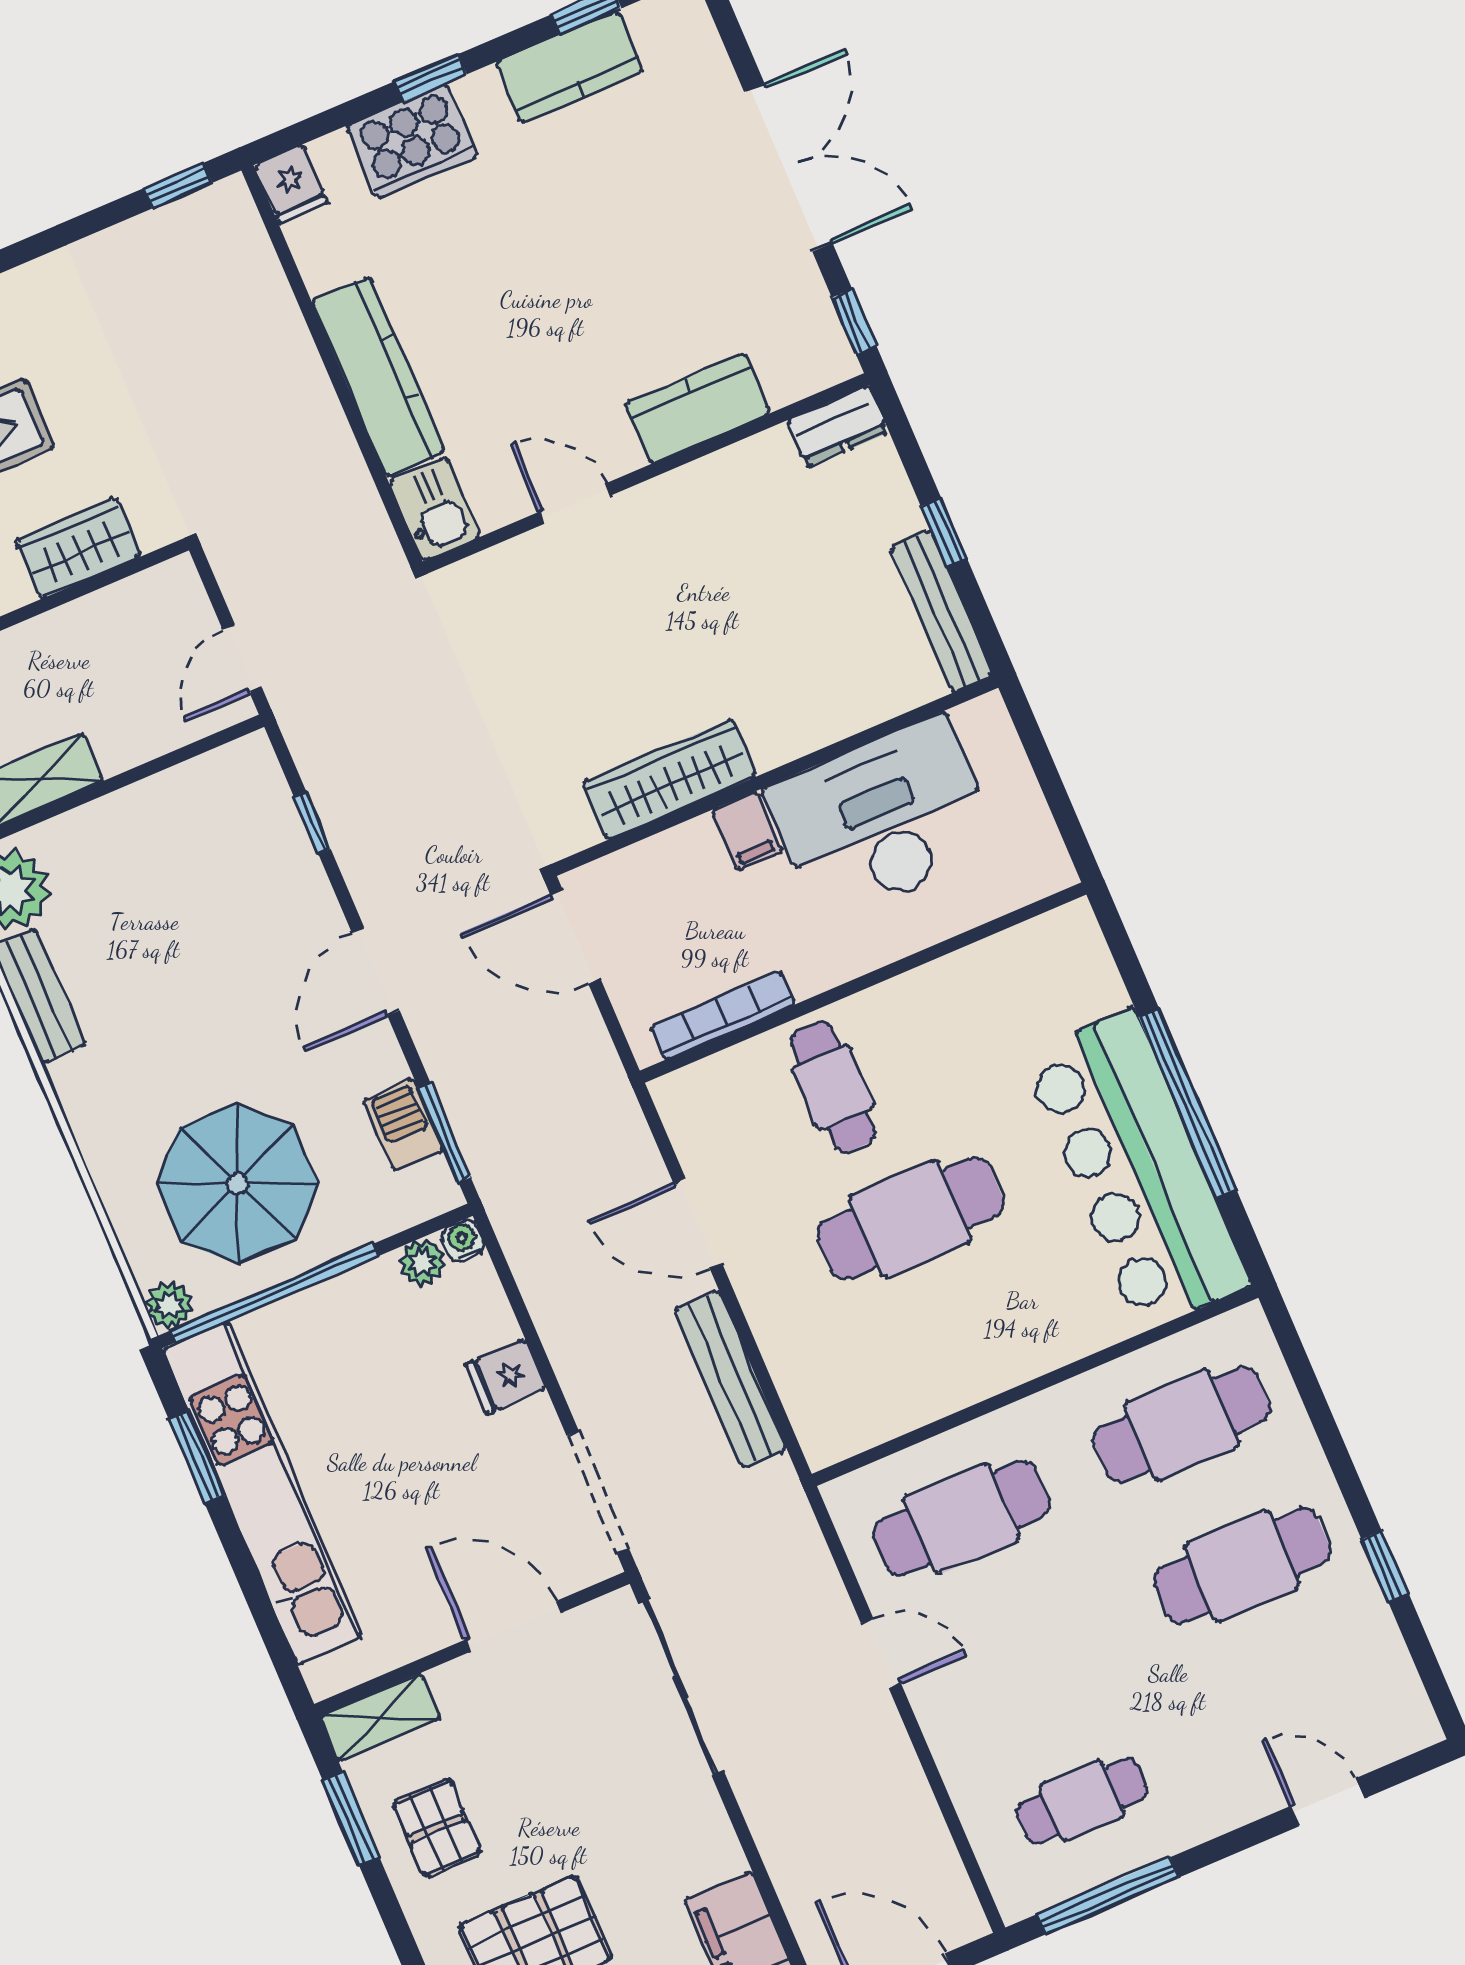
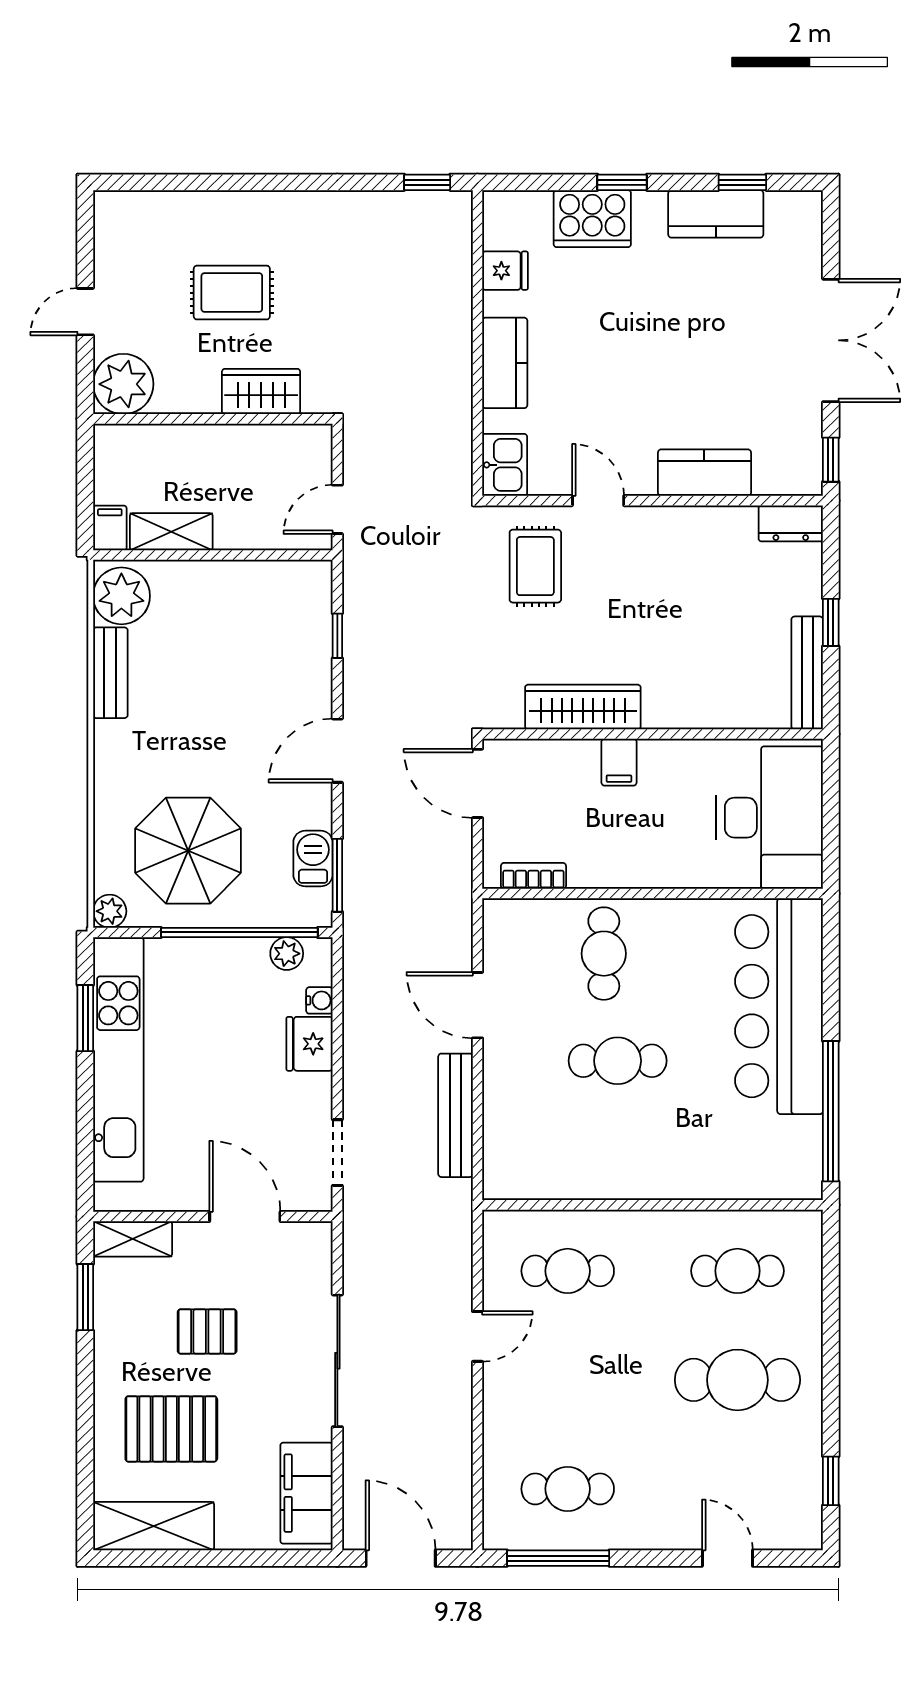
fridge: (291, 184) -> (505, 271), moved, turned -90
kitchen counter: (378, 377) -> (505, 363), width x0.67
rug: (530, 623) -> (535, 566), added
desk: (883, 819) -> (770, 818), moved, turned 90
bookcase: (723, 1015) -> (533, 876), width x0.64
window: (1187, 1103) -> (831, 1111), moved
bar counter: (1137, 1170) -> (779, 1006), moved
cafe table: (910, 1219) -> (618, 1061), width x0.73, depth x0.74
water cooler: (463, 1240) -> (319, 1000), moved, turned 90
window: (274, 1293) -> (239, 932), moved
fridge: (506, 1376) -> (309, 1044), width x1.38
cafe table: (1182, 1425) -> (737, 1271), width x0.73, depth x0.74
doorway: (598, 1492) -> (337, 1153), width x0.73
cafe table: (962, 1518) -> (568, 1271), width x0.73, depth x0.74
window: (1385, 1566) -> (831, 1481), moved
door: (881, 1653) -> (477, 1336), hinge flipped
sliding door: (681, 1687) -> (337, 1361), moved
pallet: (437, 1828) -> (207, 1331), moved, turned 90

